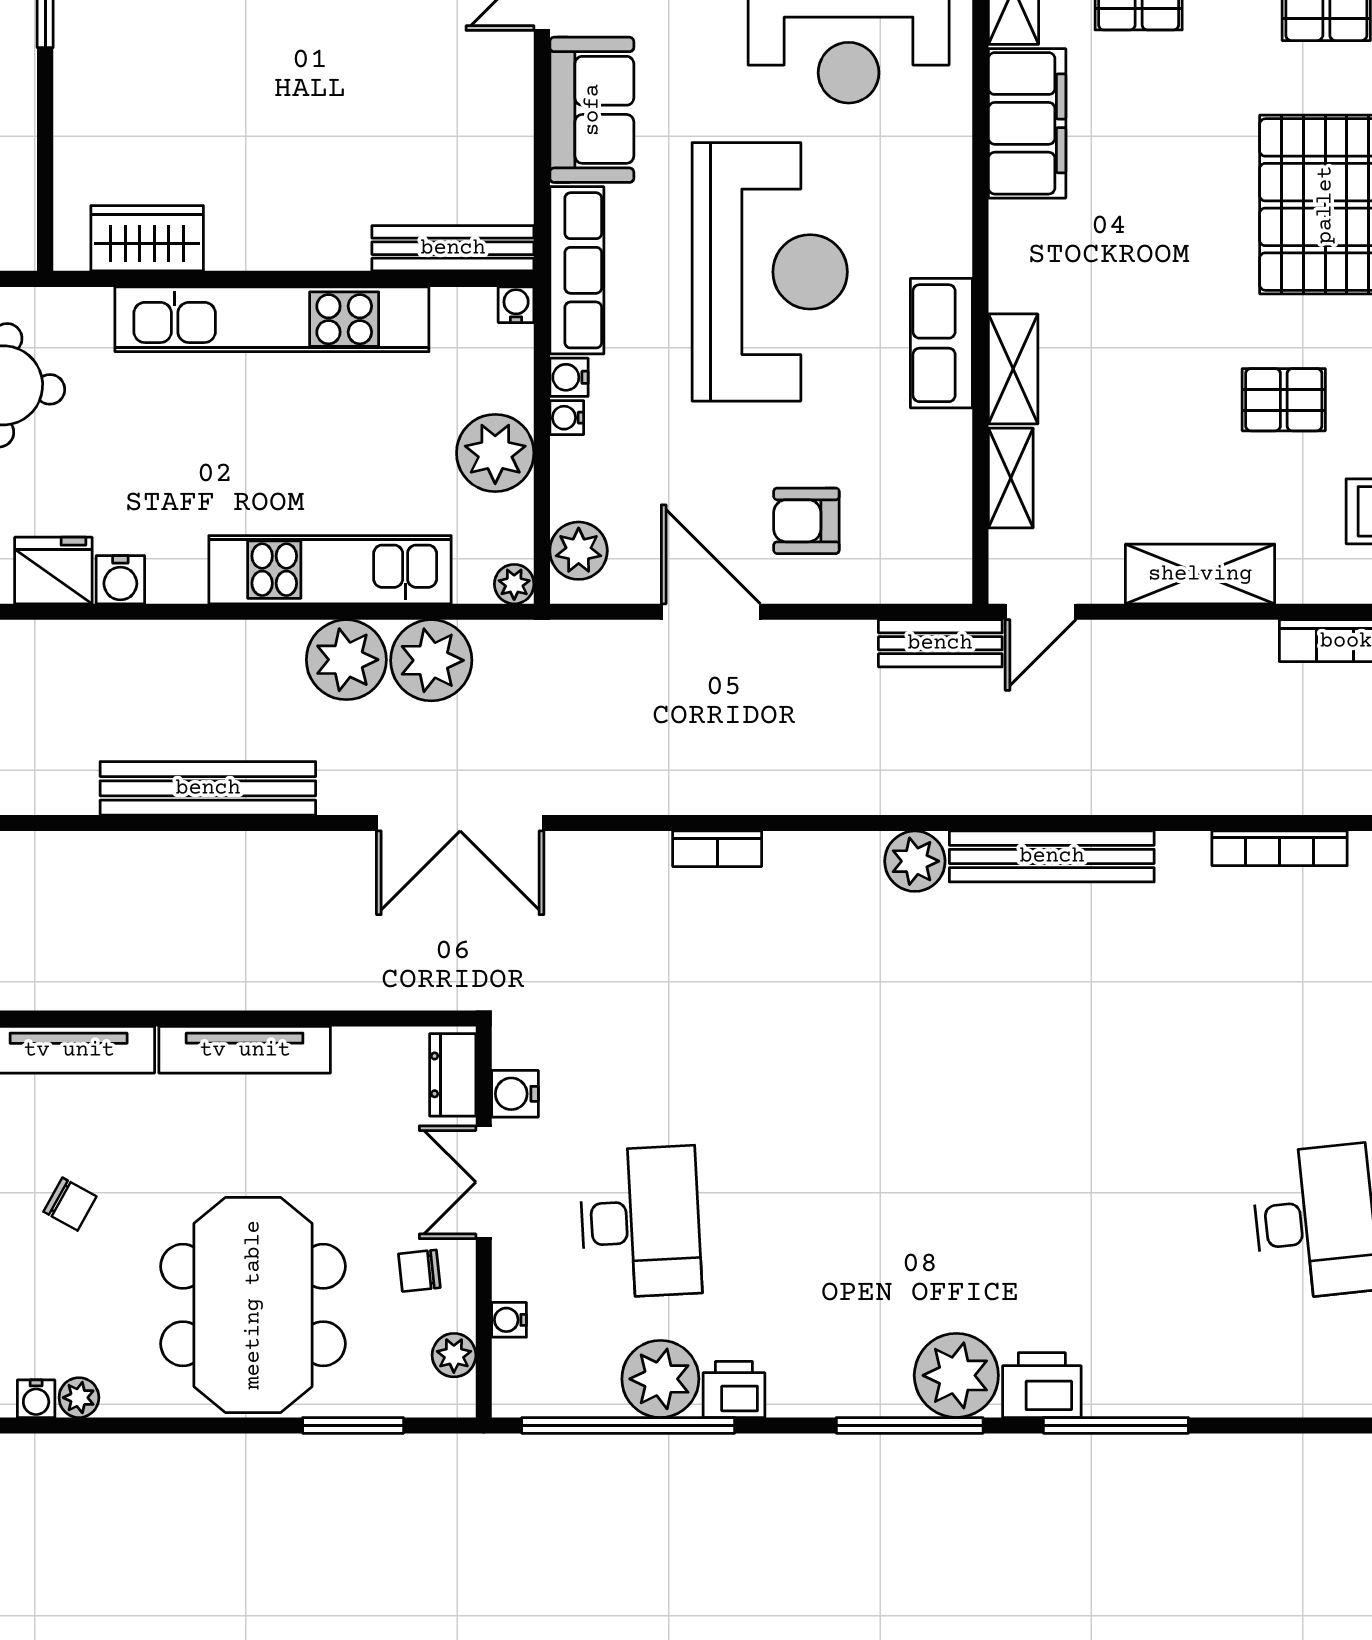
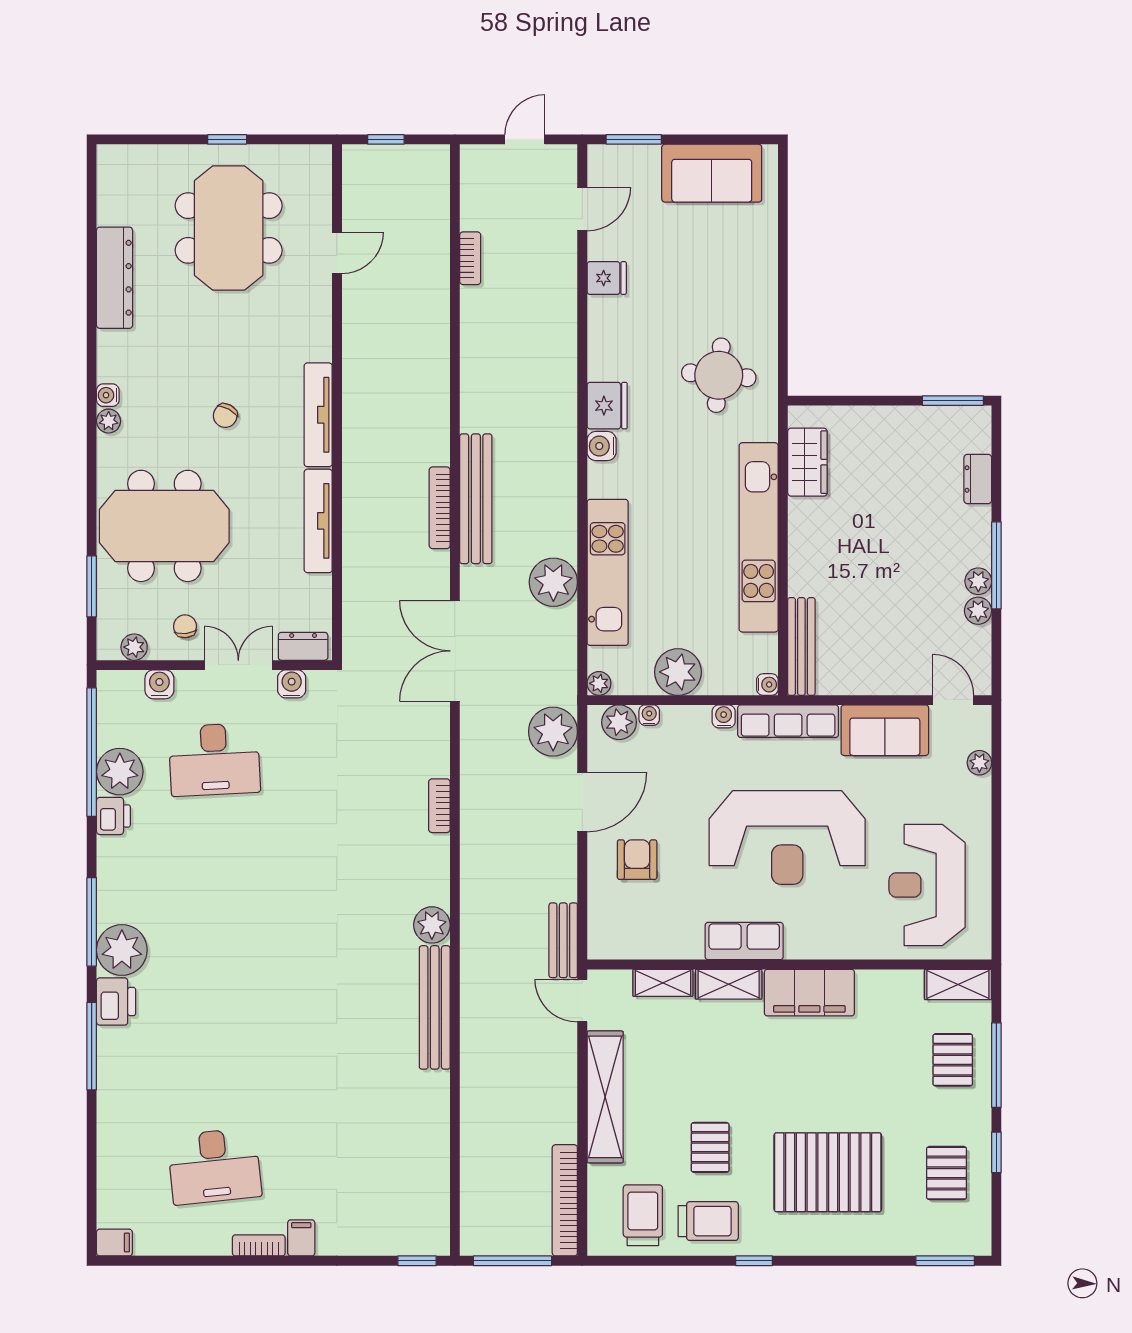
filing cabinet: (1027, 123) -> (809, 993), moved
water cooler: (567, 418) -> (649, 715), moved
shelving: (1200, 574) -> (605, 1097), width x1.47
plant: (431, 660) -> (553, 732), moved
bookcase: (1280, 848) -> (440, 508), moved
water cooler: (509, 1320) -> (159, 684), width x1.38, depth x1.38

